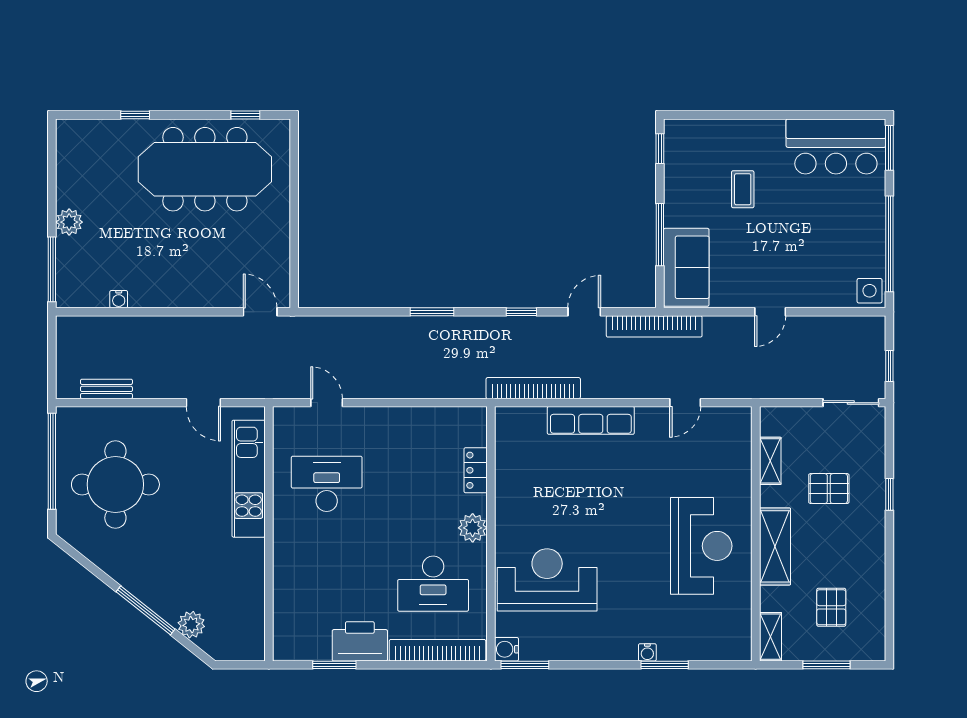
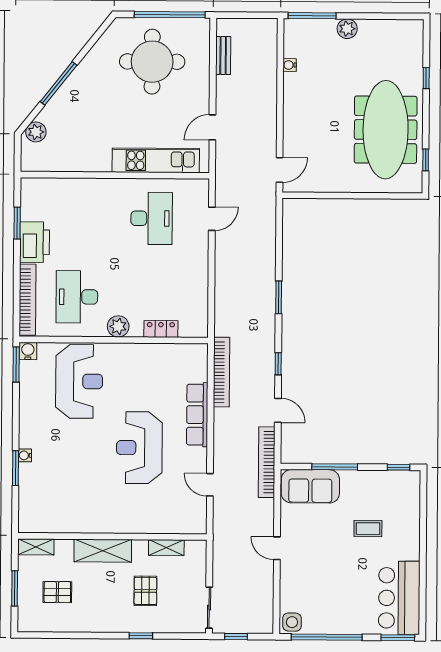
reception desk: (701, 546) -> (139, 448), moved, turned 90
plant: (191, 625) -> (36, 132), moved

